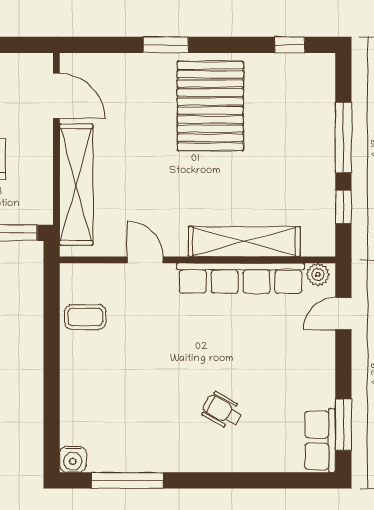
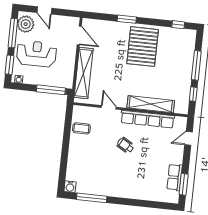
plant: (318, 274) -> (180, 121), removed
wheelchair: (222, 411) -> (126, 145), moved
row of seats: (320, 441) -> (175, 177), moved

